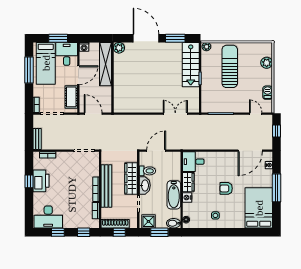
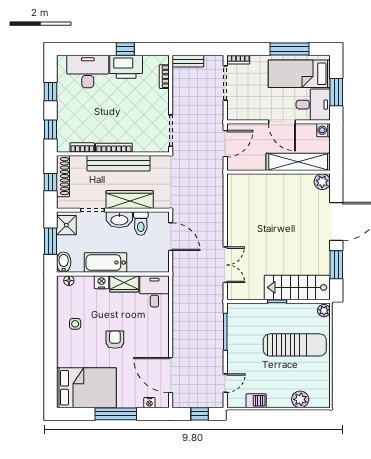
cot: (71, 97) -> (250, 111), removed
desk: (48, 217) -> (88, 71), moved, turned 90

